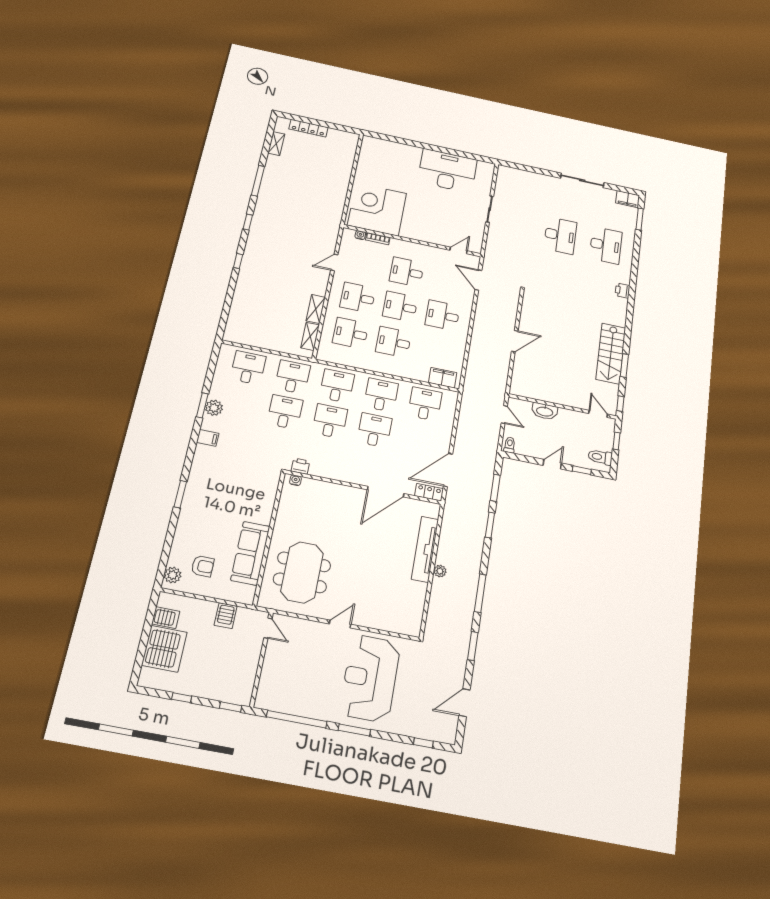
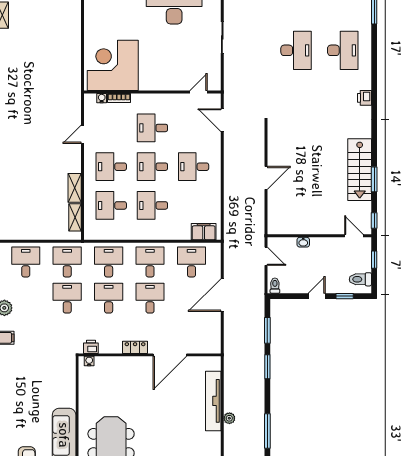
washbasin: (545, 411) -> (303, 242), width x0.52, depth x0.69
door: (448, 470) -> (222, 295), moved
locker: (429, 492) -> (135, 347), moved

